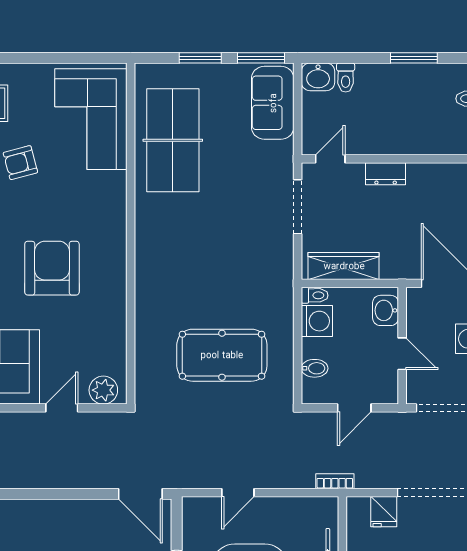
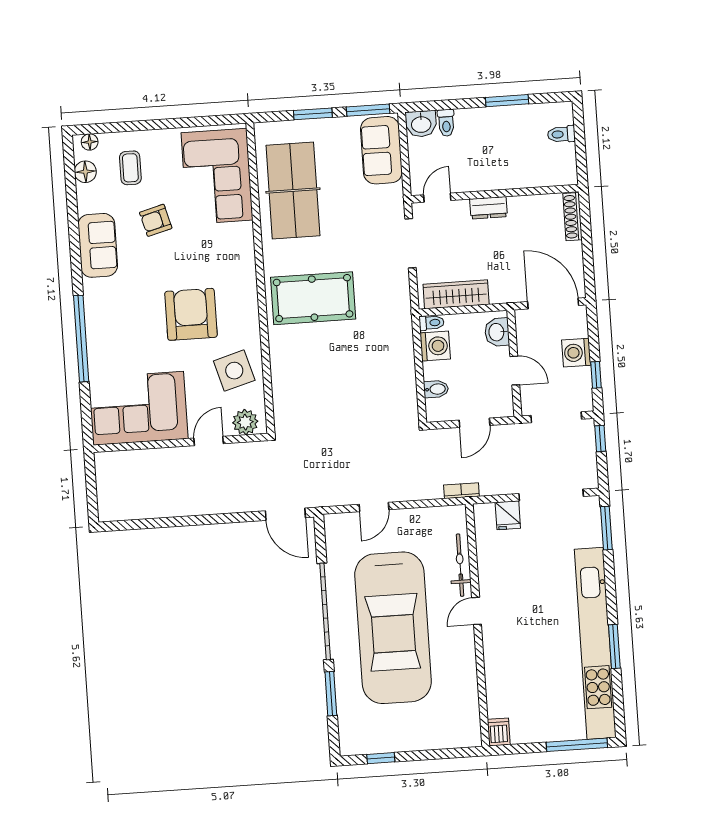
side table: (95, 333) -> (234, 371), added
pool table: (222, 355) -> (313, 298), moved

